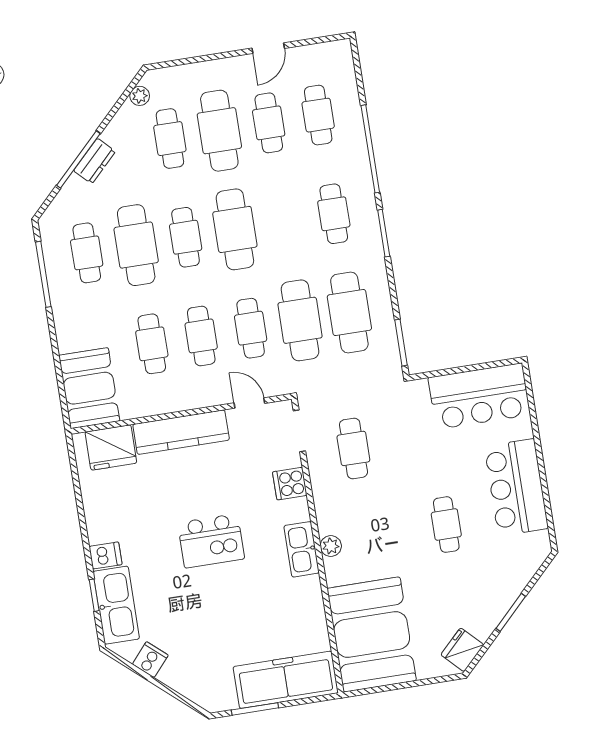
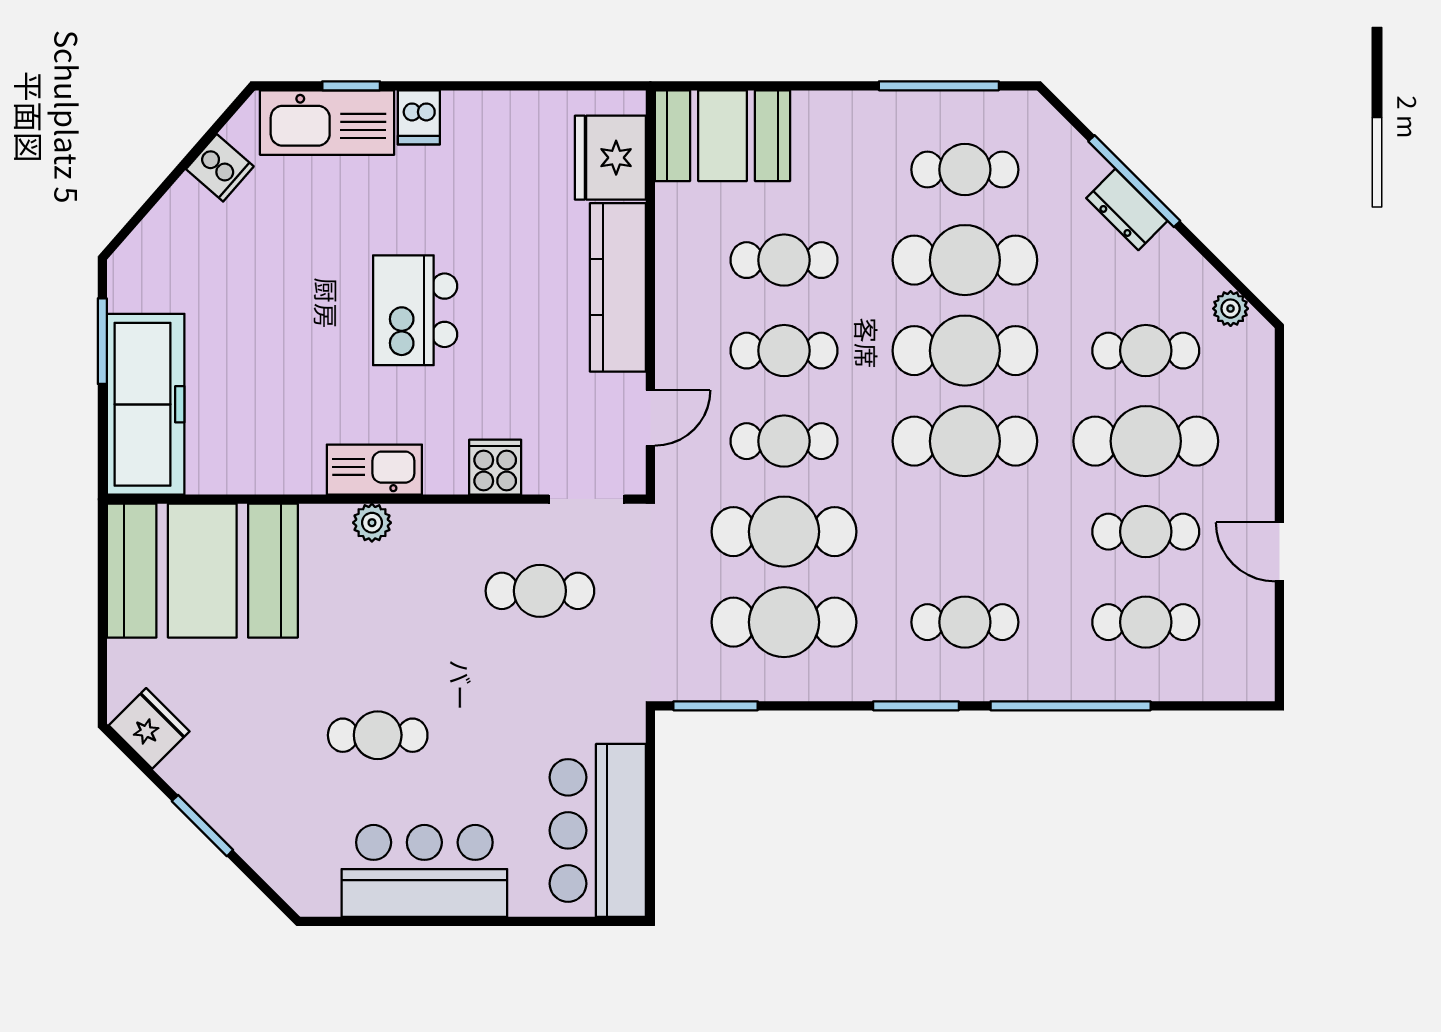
cafe table: (186, 237) -> (965, 351), width x1.37, depth x1.35

